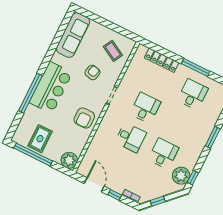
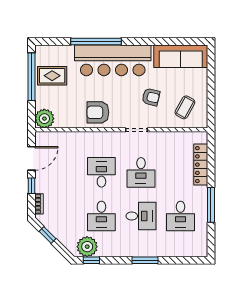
bar counter: (51, 88) -> (113, 60), width x1.36
desk: (193, 94) -> (181, 216), turned 90
desk: (145, 108) -> (141, 172), turned 90
desk: (178, 124) -> (141, 216), added
desk: (131, 138) -> (101, 172), turned 180
desk: (163, 154) -> (101, 216), turned 90

